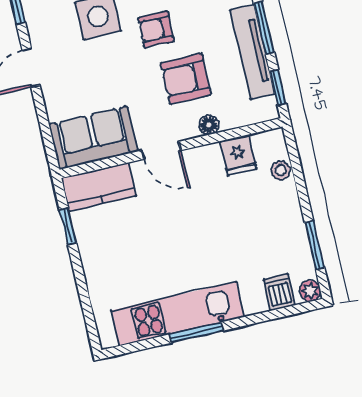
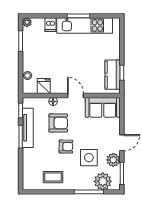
plant: (41, 24) -> (113, 160), added
kitchen counter: (99, 187) -> (113, 75), moved, turned -90
dishwasher: (279, 292) -> (50, 25), moved

